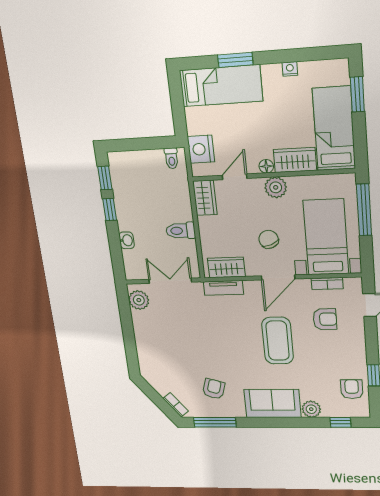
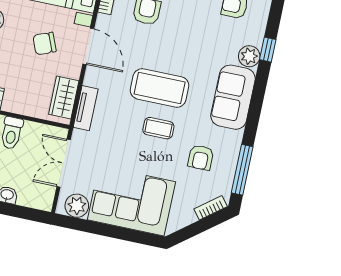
coffee table: (278, 341) -> (160, 88), moved
corner sofa: (159, 343) -> (131, 201), added
coffee table: (227, 351) -> (158, 128), added
armchair: (214, 389) -> (201, 158), turned -107
window: (340, 422) -> (268, 50), moved

